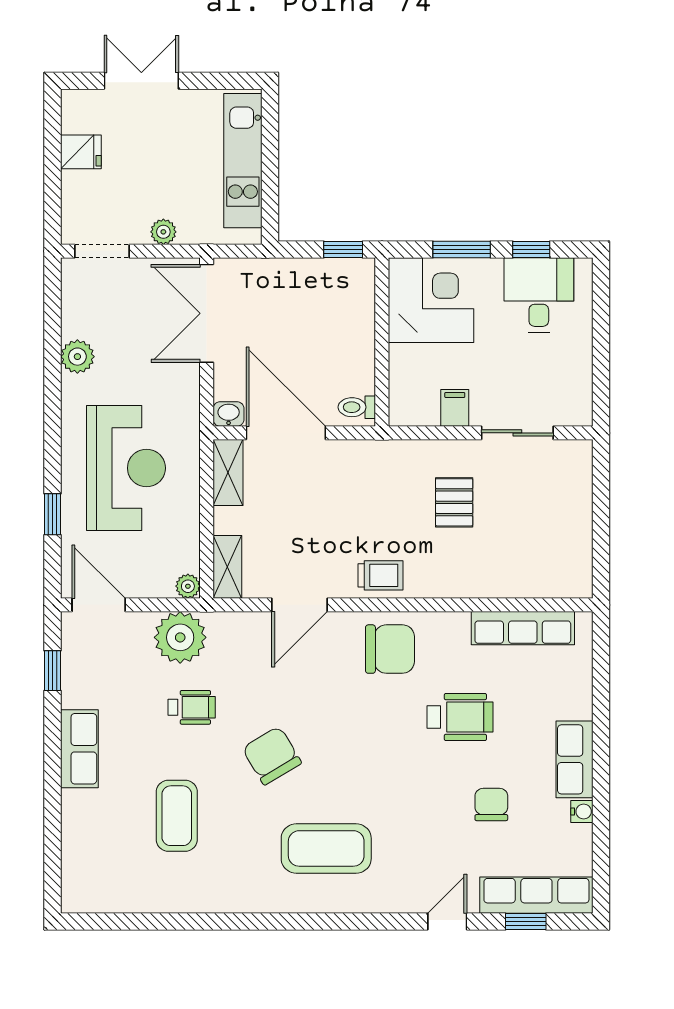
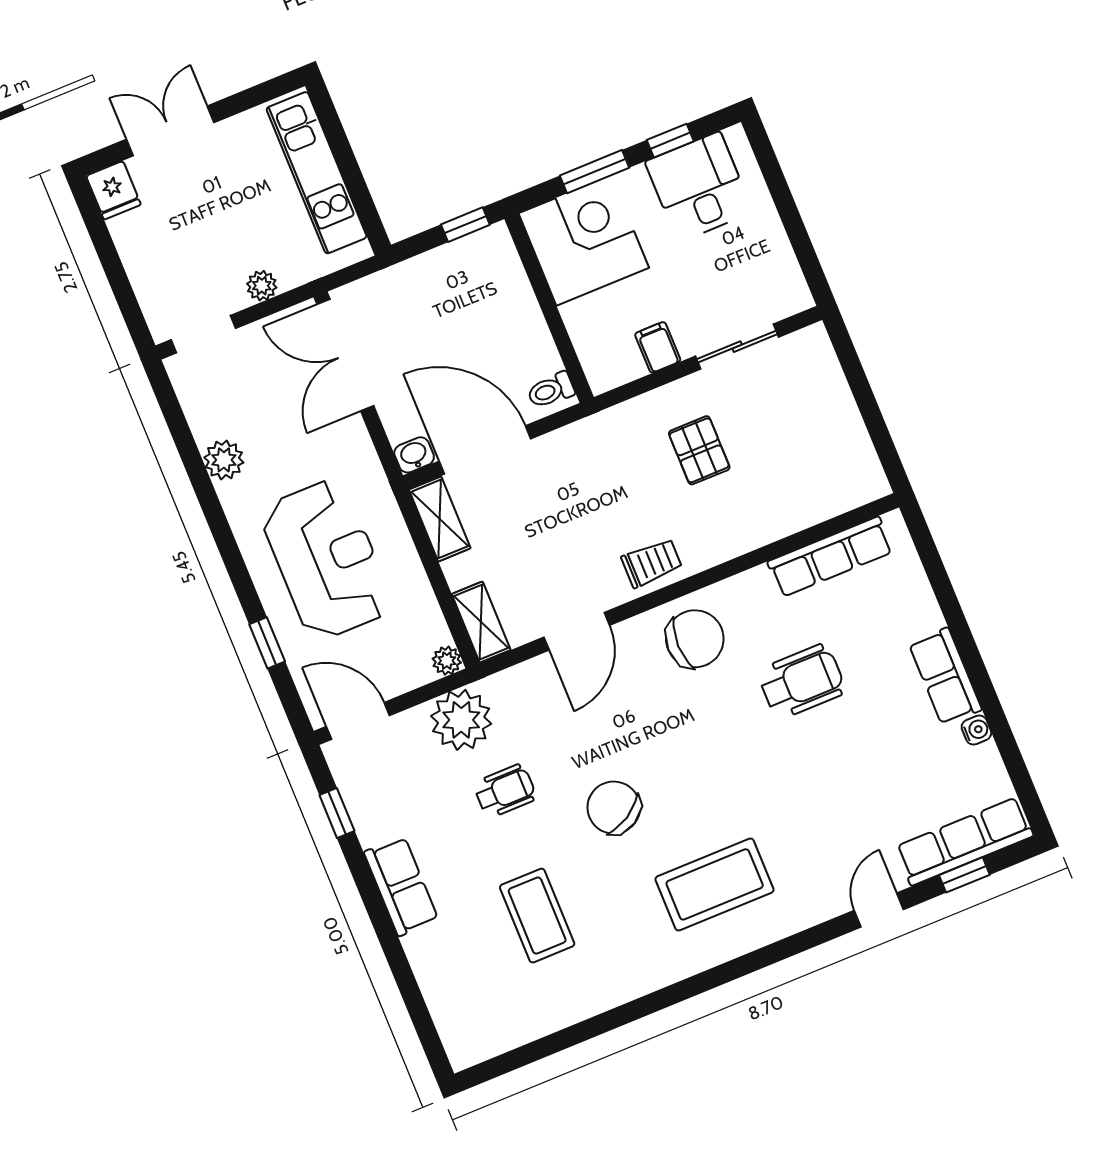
fridge: (81, 152) -> (113, 190), moved, turned 90
chair: (491, 805) -> (875, 763), removed

